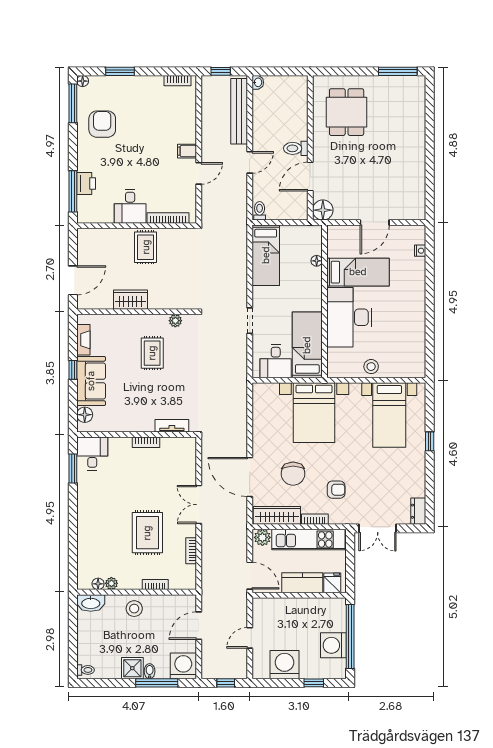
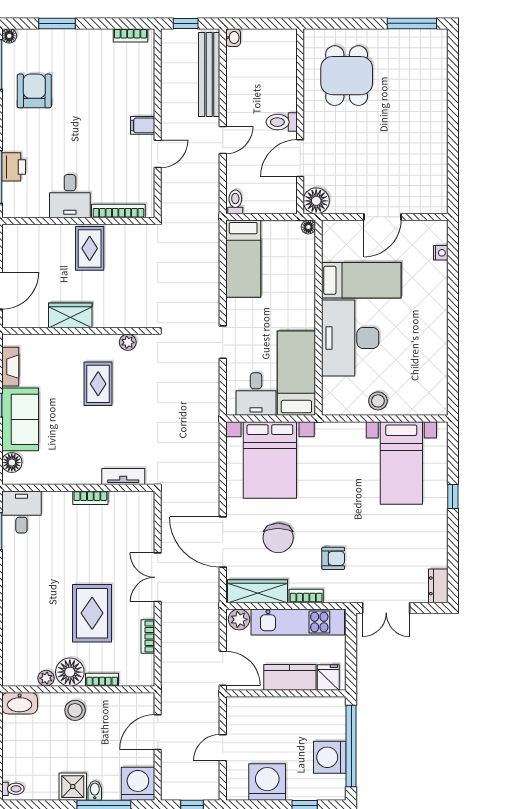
floor lamp: (317, 261) -> (308, 227), moved
bed with nightstands: (314, 413) -> (270, 460), moved
floor lamp: (98, 584) -> (70, 672), moved, width x1.89, depth x1.89

